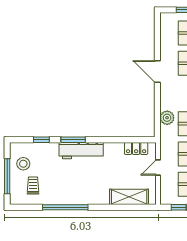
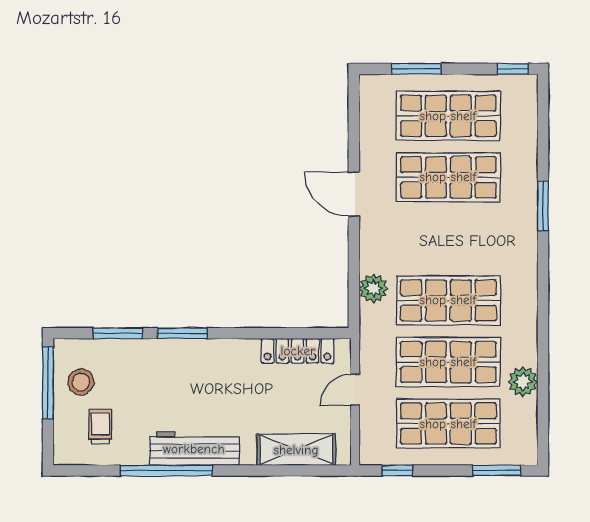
window: (41, 140) -> (118, 333), width x1.50
locker: (136, 148) -> (298, 351), width x1.53
workbench: (81, 151) -> (194, 449), moved, turned 180
window: (7, 176) -> (48, 383), moved

